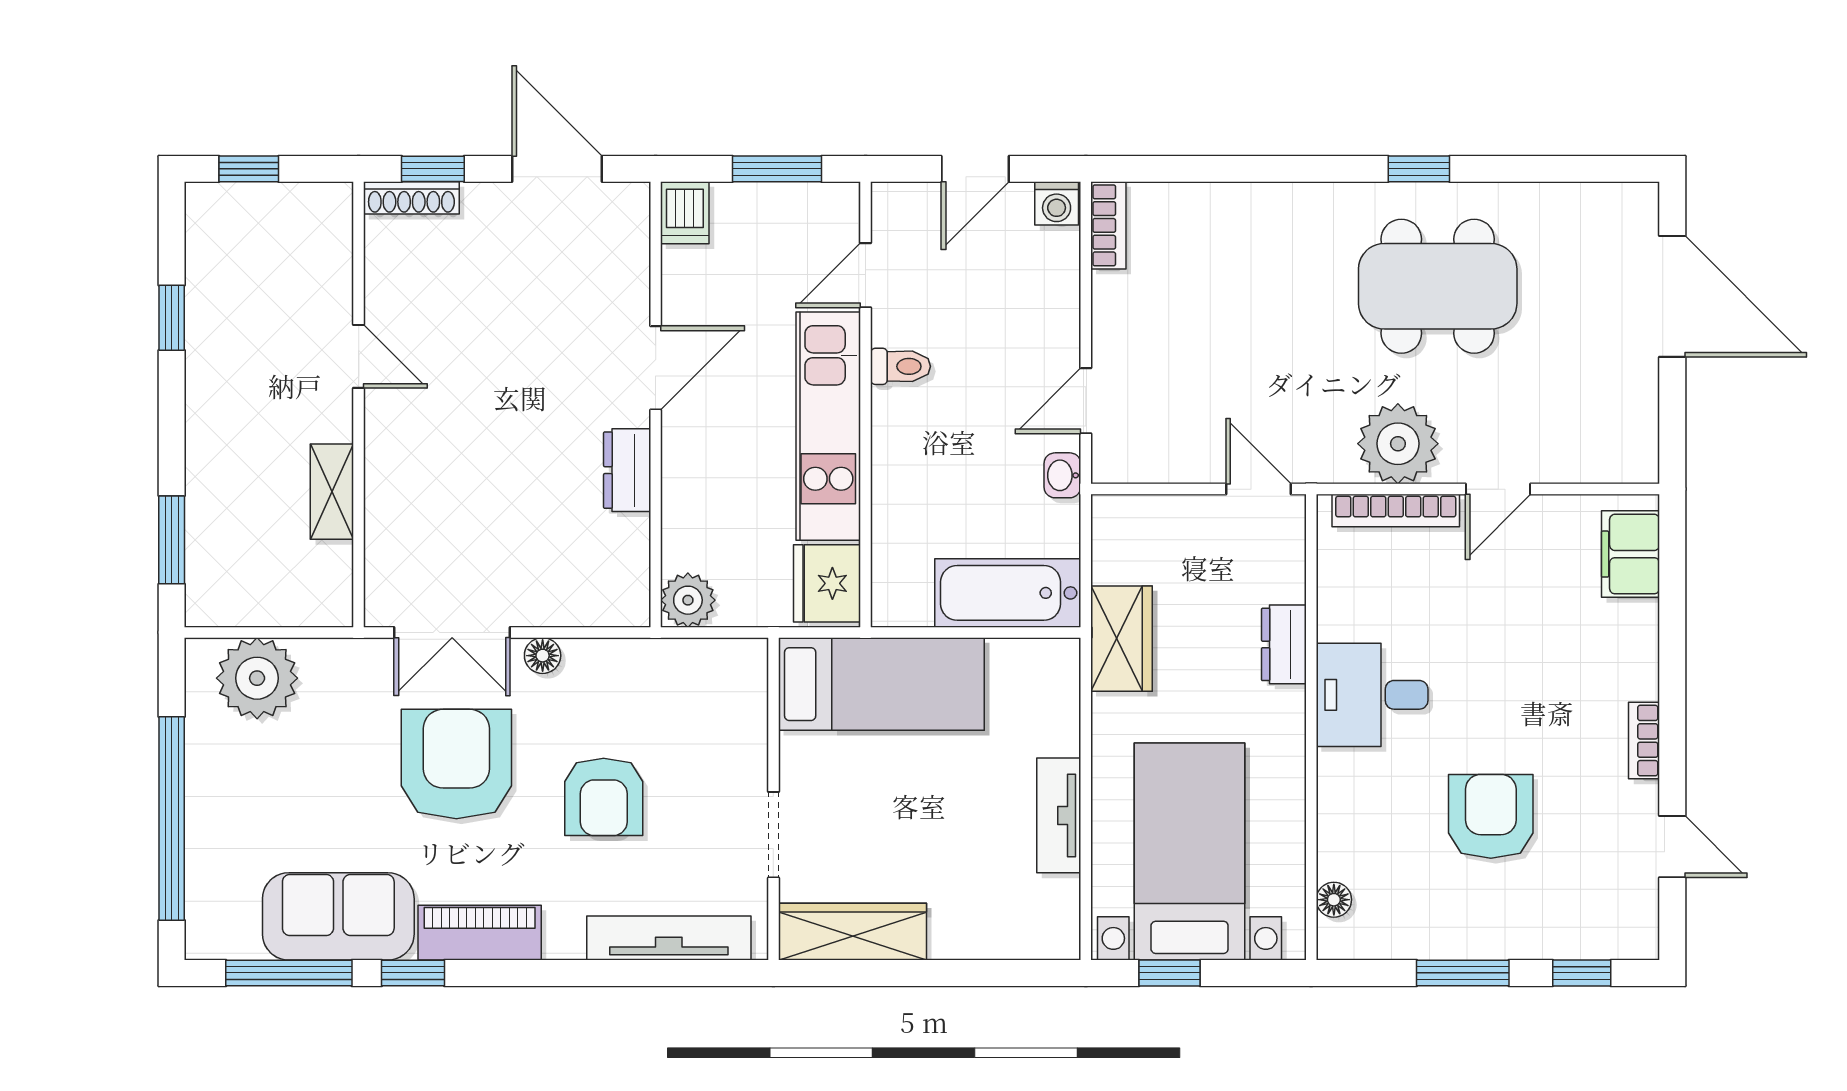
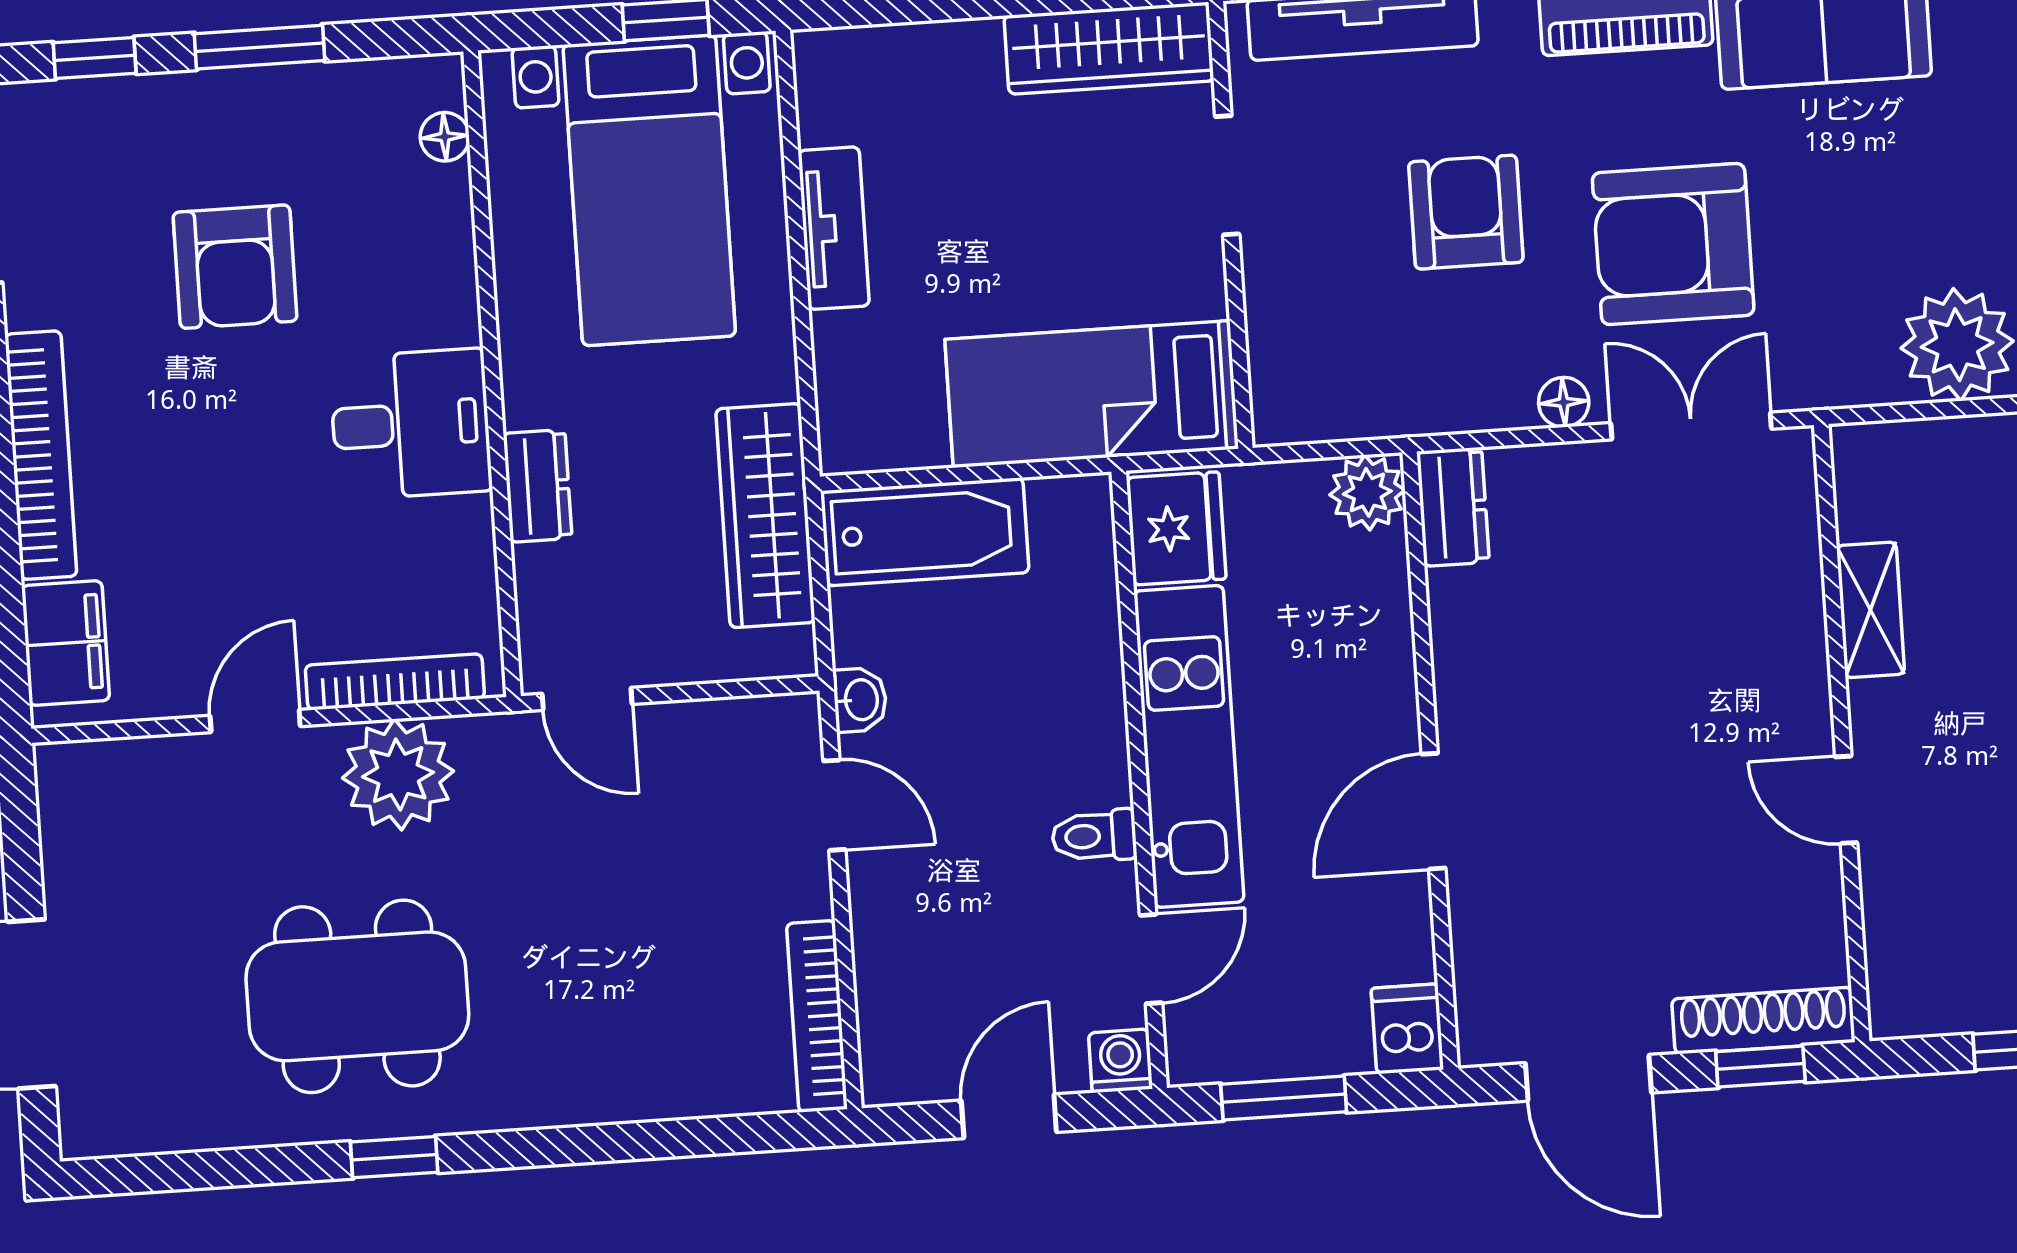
shoe rack: (411, 198) -> (1763, 1021), width x1.36, depth x1.24
washing machine: (1057, 203) -> (1120, 1061), moved
bookcase: (1108, 225) -> (817, 1016), width x1.56
door: (1086, 401) -> (834, 805), hinge flipped
dresser: (627, 470) -> (1453, 507), moved
wardrobe: (1122, 639) -> (765, 516), width x1.50
bookcase: (1644, 741) -> (41, 455), width x2.31, depth x1.31
armchair: (456, 764) -> (1673, 244), turned 90

